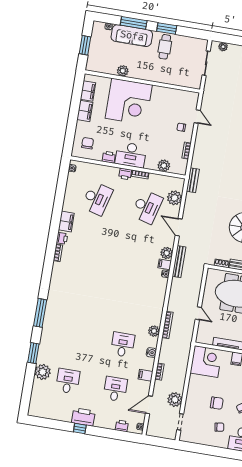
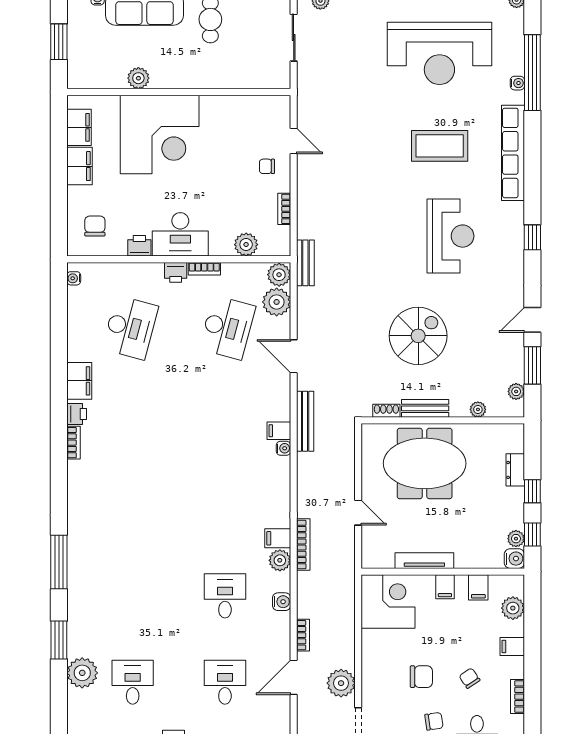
plant: (167, 253) -> (279, 275), moved
filing cabinet: (145, 375) -> (278, 538), moved
door: (149, 405) -> (294, 677), moved

